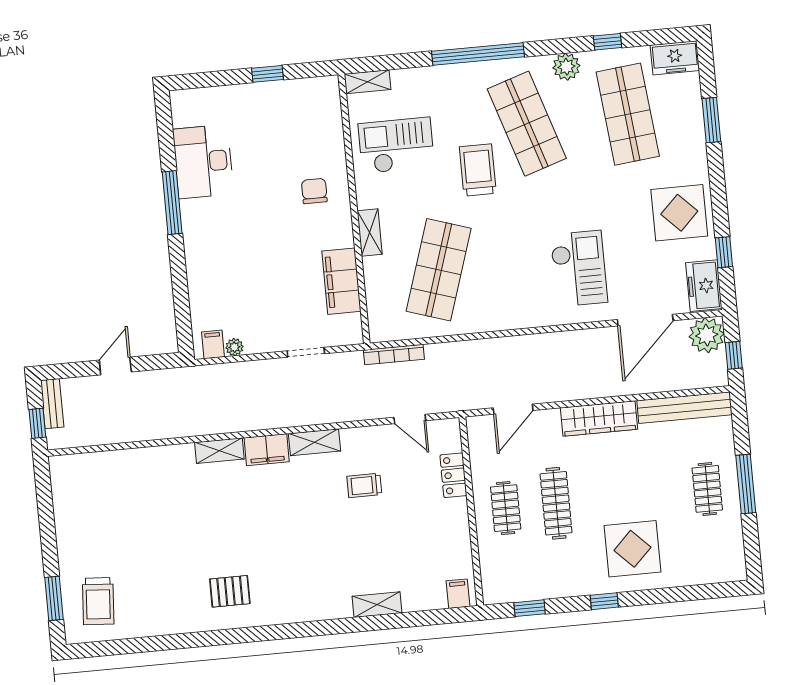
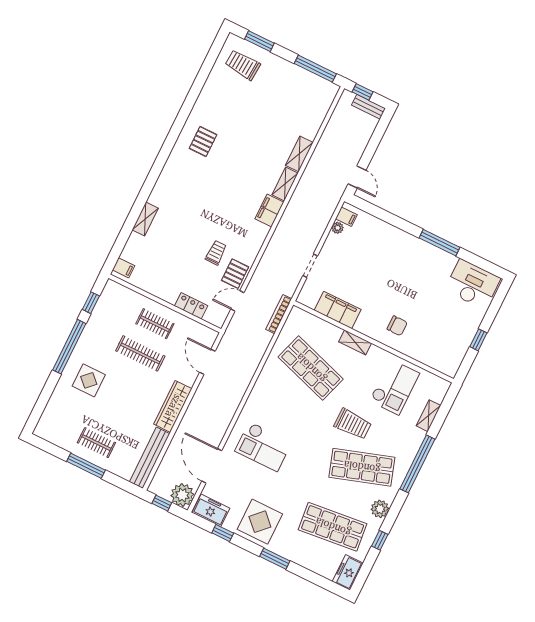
shelving: (368, 82) -> (428, 416), moved
window: (711, 120) -> (275, 559), moved
desk: (203, 162) -> (473, 284), moved
door: (115, 366) -> (357, 177), moved
shelving: (314, 442) -> (299, 154), moved
pallet: (376, 444) -> (235, 274), added
window: (45, 503) -> (315, 69), added
display table: (632, 549) -> (89, 380), width x0.73, depth x0.73
window: (604, 601) -> (69, 347), width x3.17

